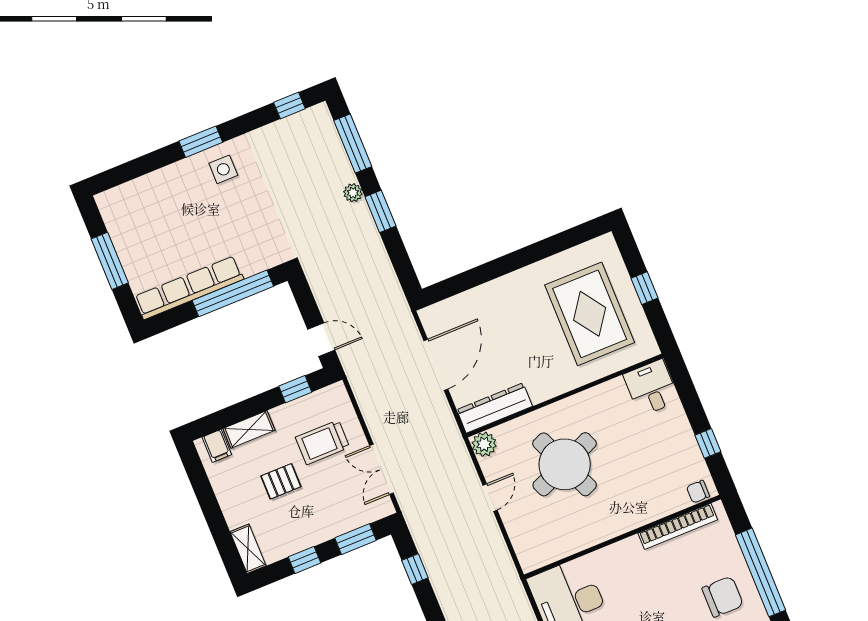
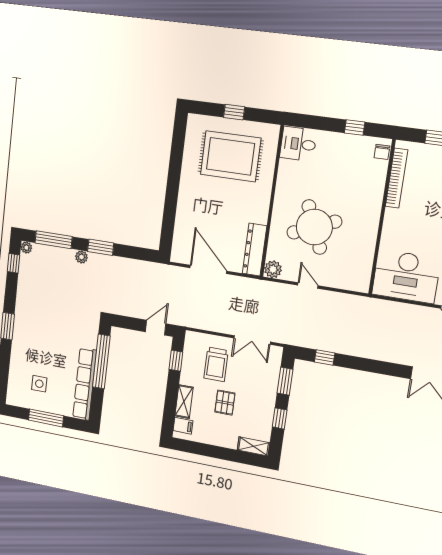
plant: (321, 112) -> (26, 248), added
side table: (223, 169) -> (39, 384), moved

